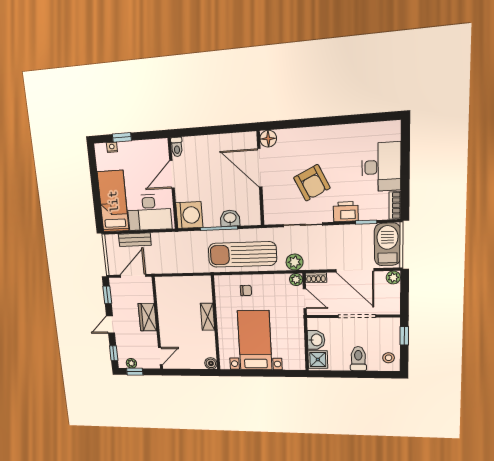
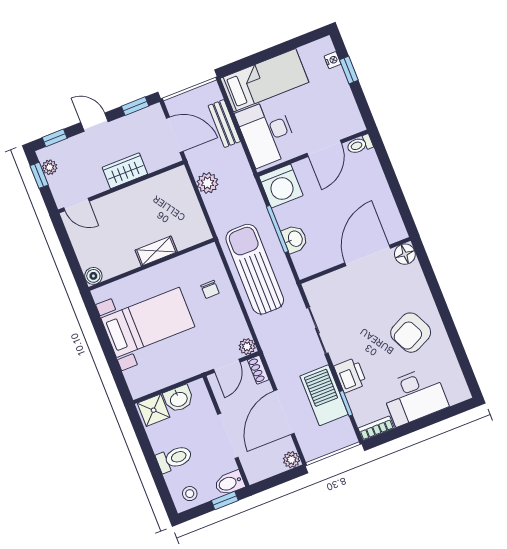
door: (172, 174) -> (324, 148), swing flipped
armchair: (312, 183) -> (411, 333), moved
barbecue: (387, 244) -> (324, 395), moved, turned -90
plant: (295, 262) -> (207, 183), moved
bidet: (392, 328) -> (229, 483), added

